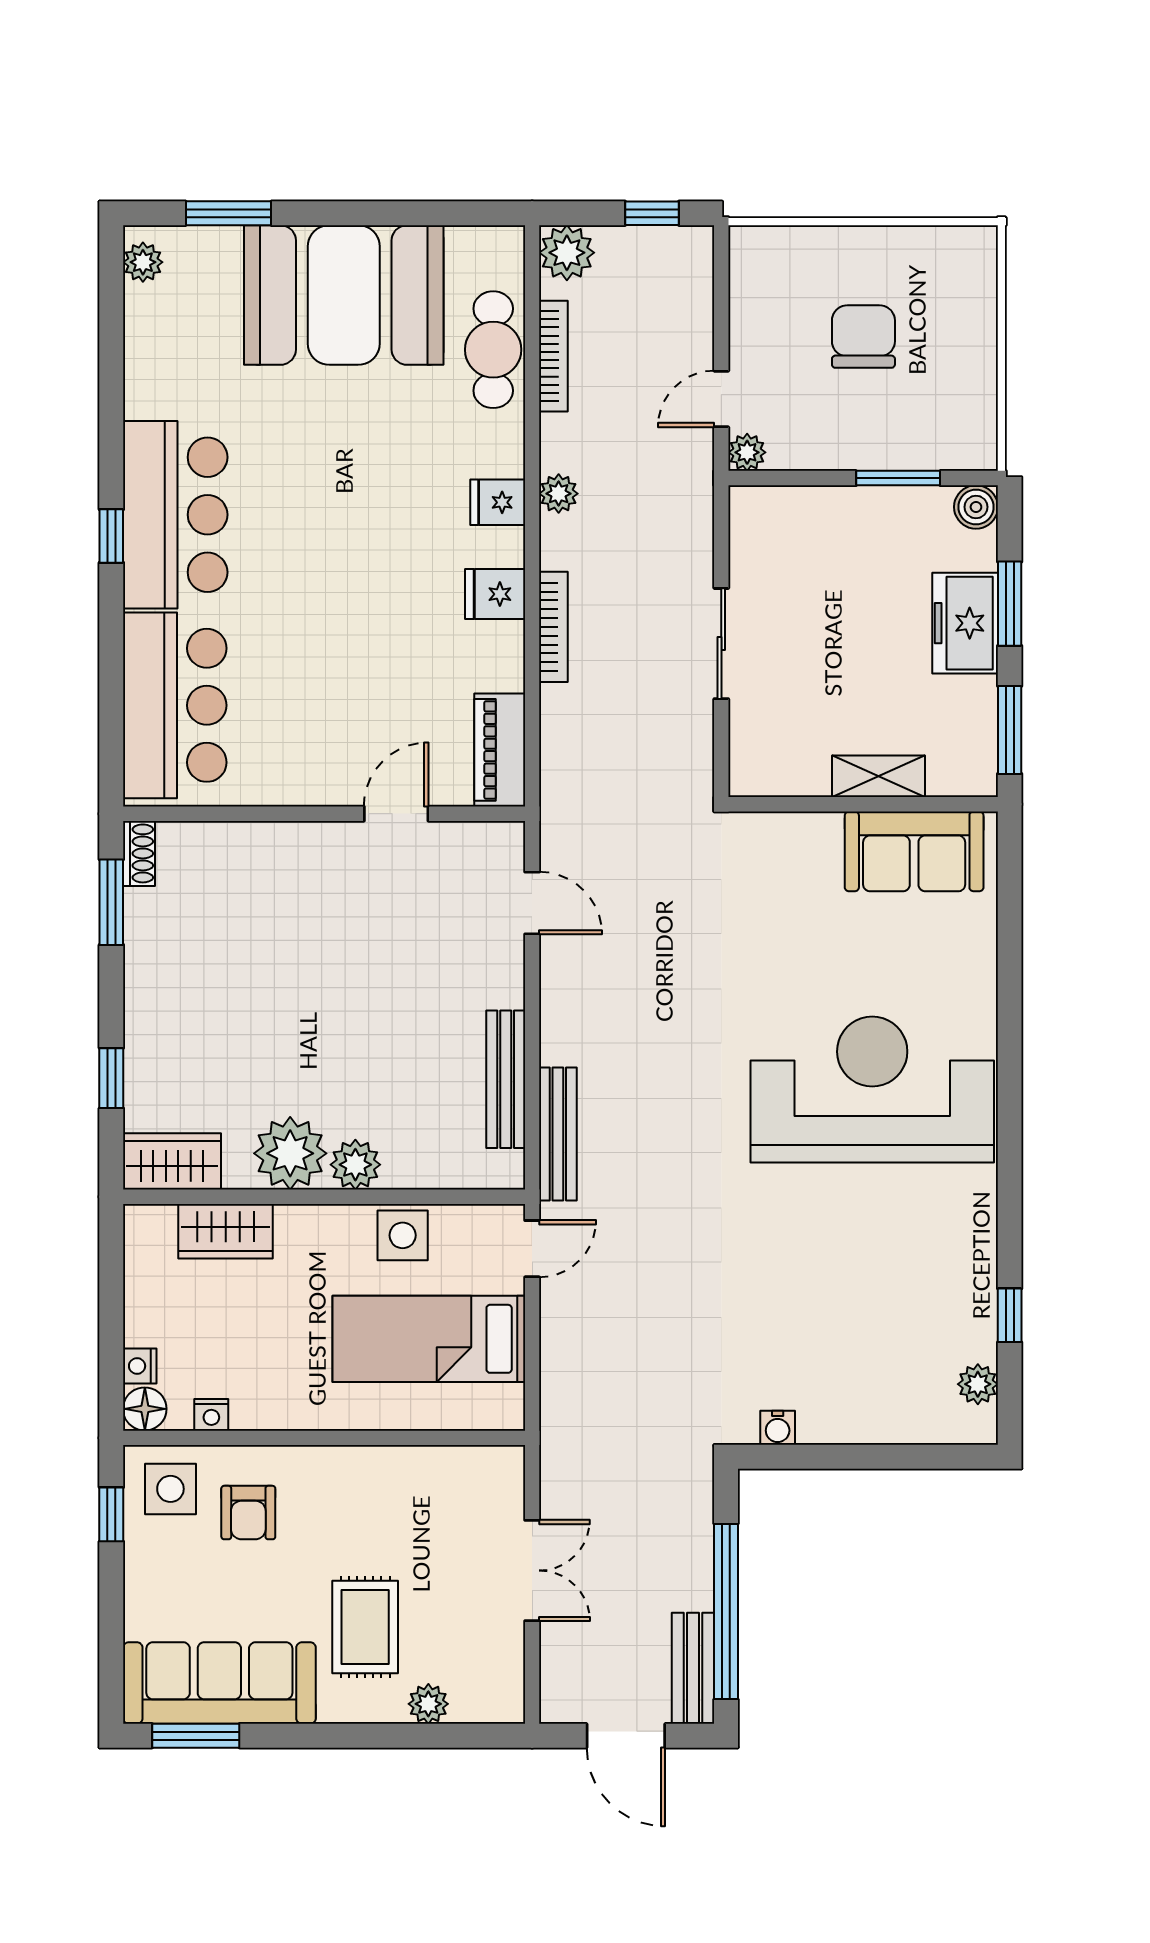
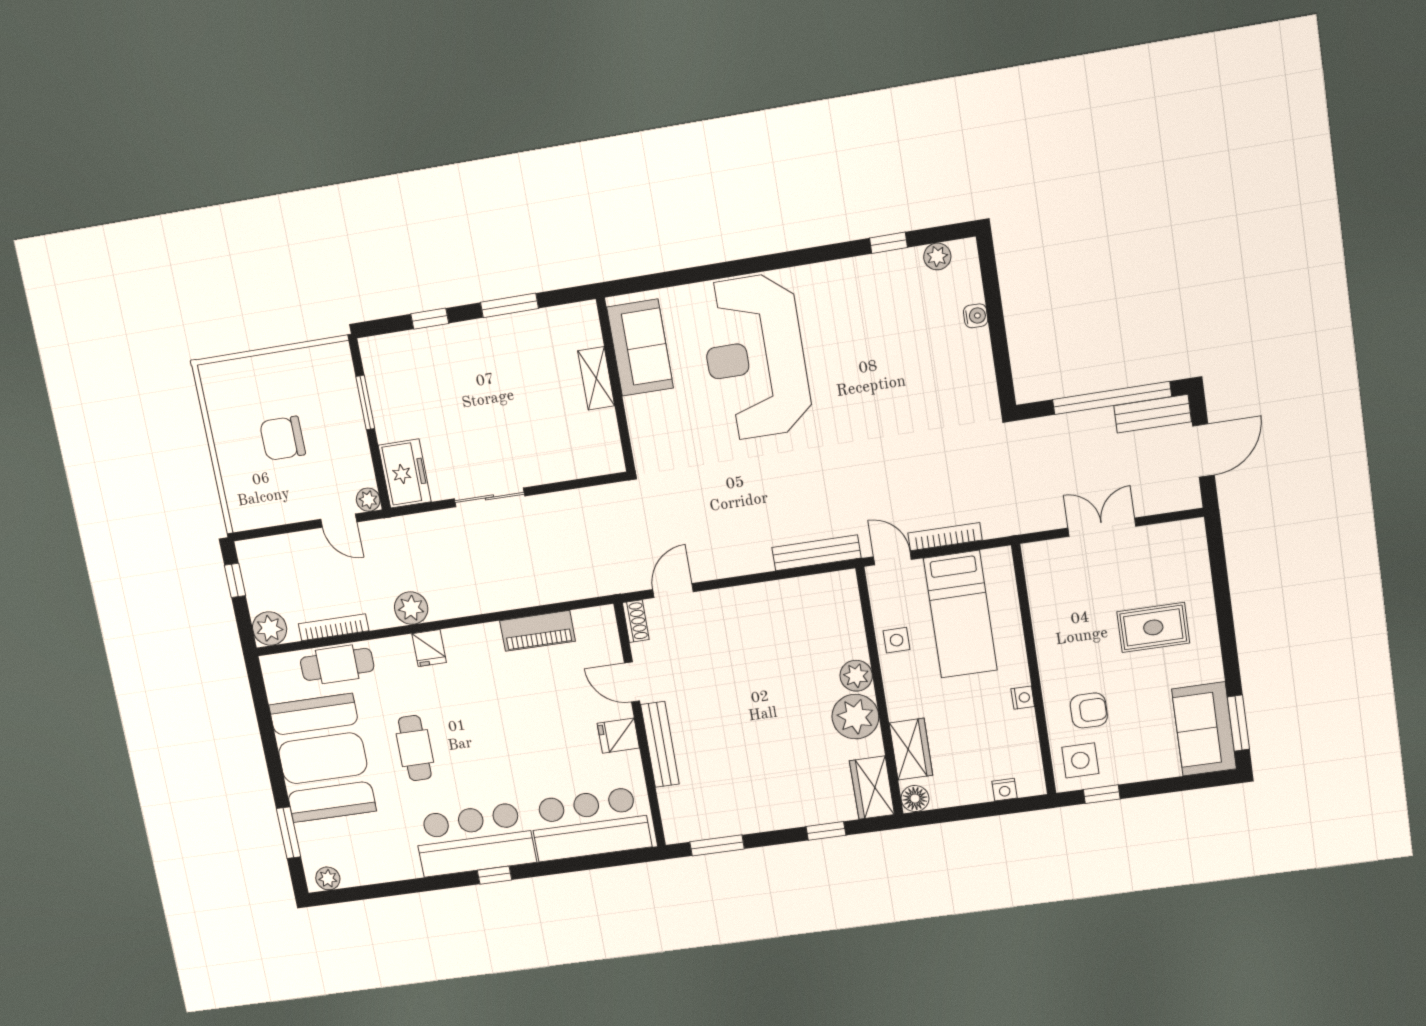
cafe table: (339, 448) -> (415, 748), added
plant: (559, 494) -> (411, 608), width x1.38, depth x1.38
boiler: (976, 507) -> (373, 350), removed
fridge: (495, 594) -> (618, 736), moved, turned 90
window: (1010, 604) -> (430, 319), width x0.67
freezer: (965, 623) -> (405, 474), moved, turned -90
bookcase: (553, 627) -> (945, 537), moved
piano: (500, 750) -> (538, 631), moved
shelving: (878, 776) -> (596, 378), moved
wall: (863, 804) -> (616, 385), moved
sofa: (914, 851) -> (640, 348), moved
shoe rack: (139, 853) -> (636, 621), moved, turned 90
bench: (506, 1079) -> (660, 744), moved, turned 90
side table: (403, 1235) -> (897, 640), width x0.73, depth x0.73
floor lamp: (145, 1409) -> (915, 799), moved
nightstand: (211, 1415) -> (1023, 698), moved
water cooler: (778, 1428) -> (976, 316), moved
sofa: (219, 1683) -> (1204, 729), width x0.73
plant: (428, 1704) -> (1199, 580), removed

